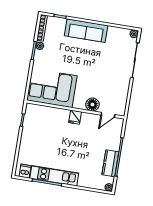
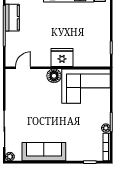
sofa: (86, 31) -> (44, 152), moved
floor lamp: (92, 104) -> (54, 76), moved
fridge: (75, 117) -> (62, 57), width x1.88, depth x1.34

